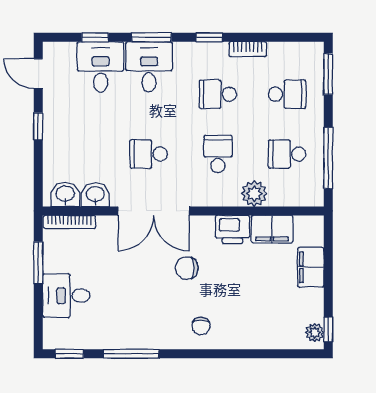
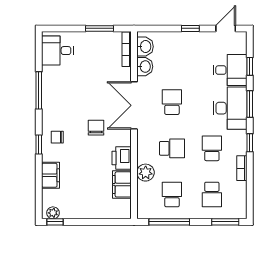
desk: (149, 67) -> (230, 108), width x1.37
filing cabinet: (311, 267) -> (51, 175), moved, turned 90
desk: (66, 296) -> (57, 51), moved, turned -90
window: (69, 354) -> (39, 144), moved

